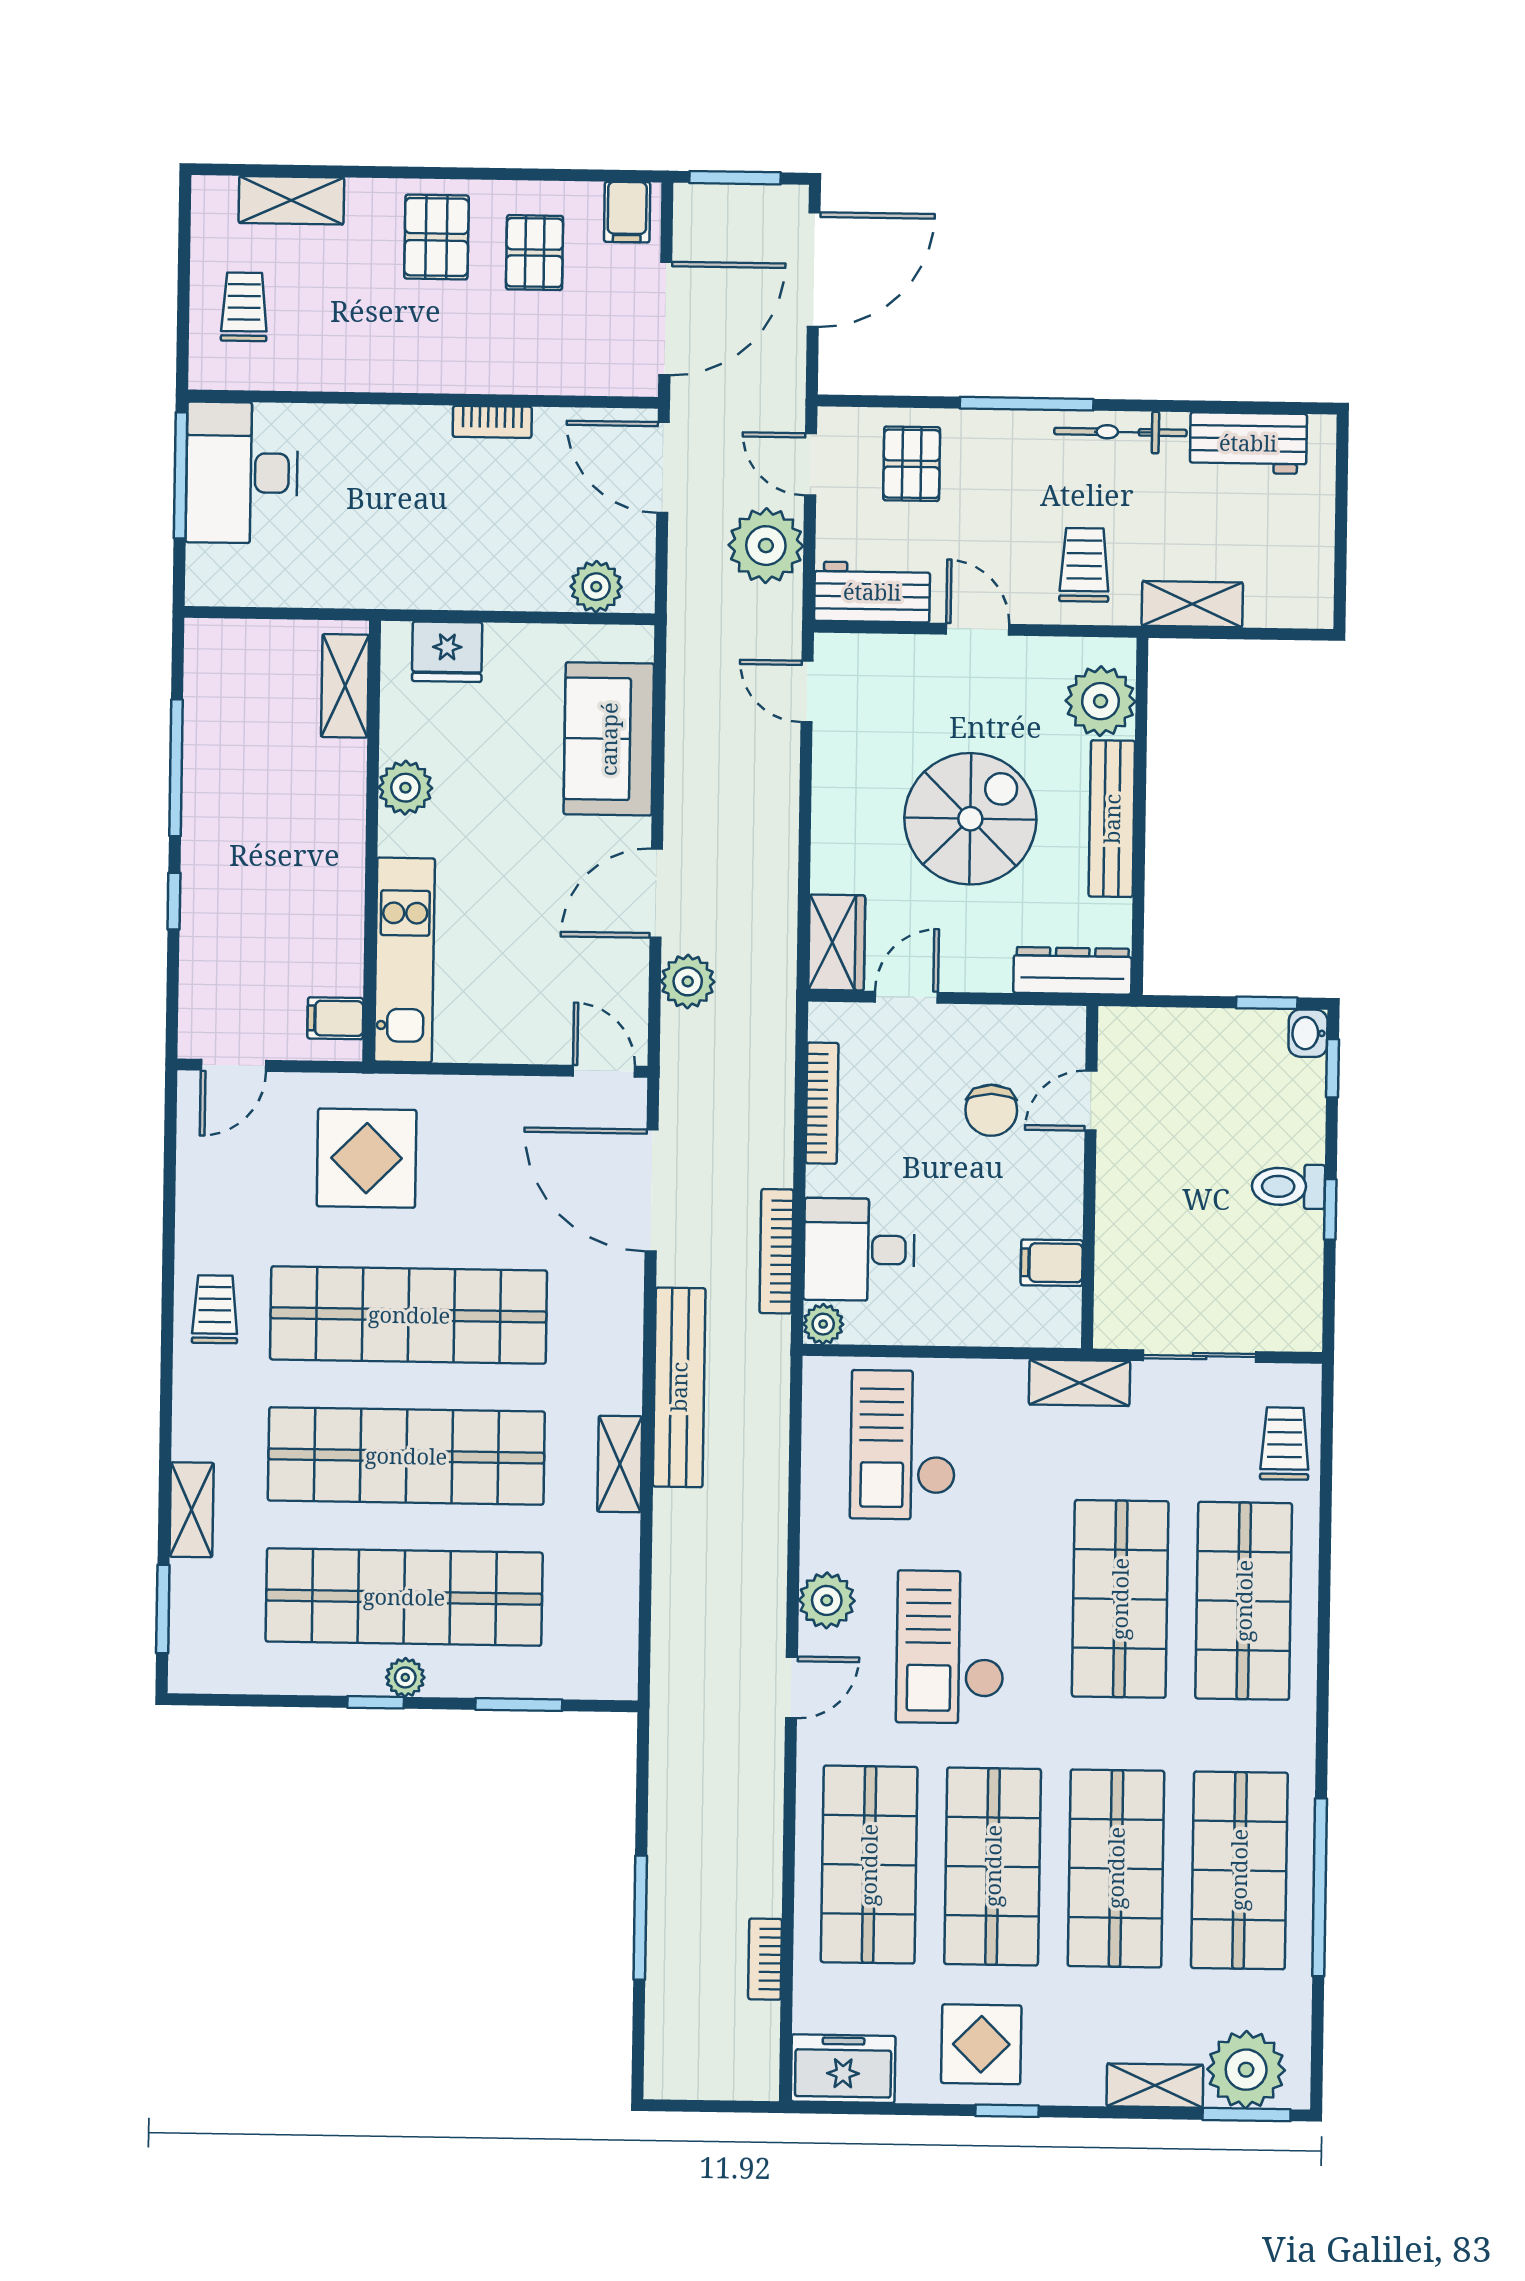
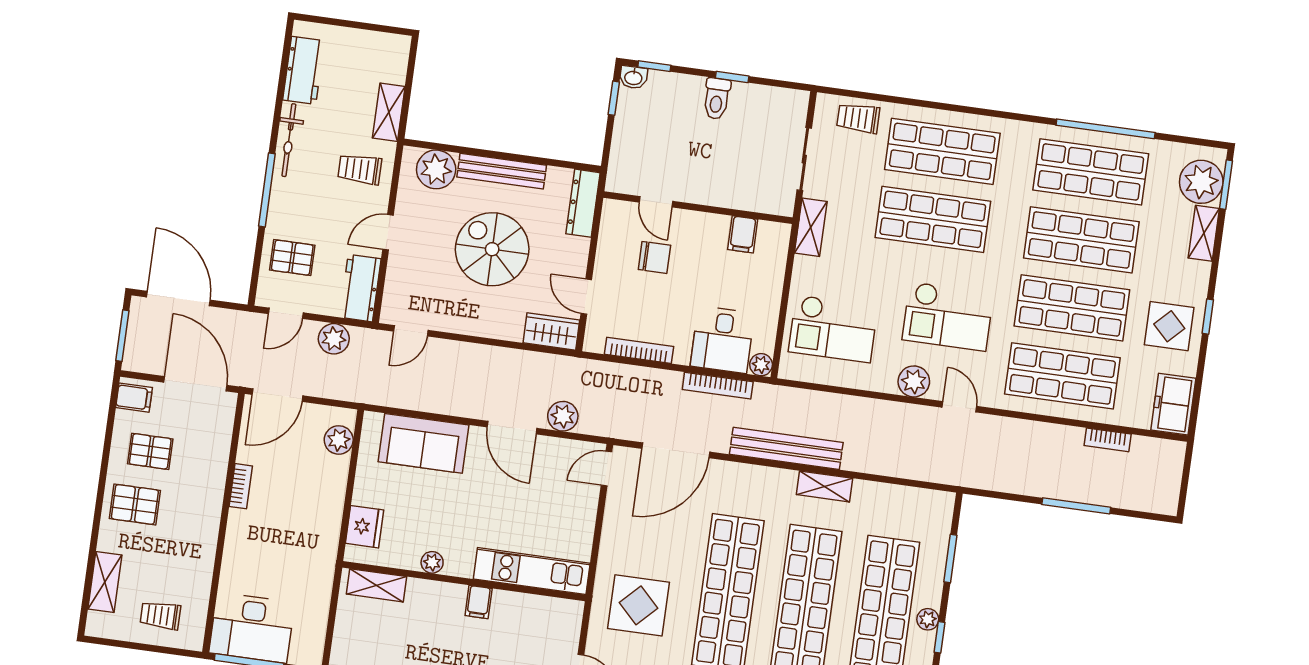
plant: (766, 546) -> (334, 339), width x0.73, depth x0.73
plant: (405, 788) -> (432, 562), width x0.73, depth x0.73
filing cabinet: (335, 1018) -> (479, 602), moved

